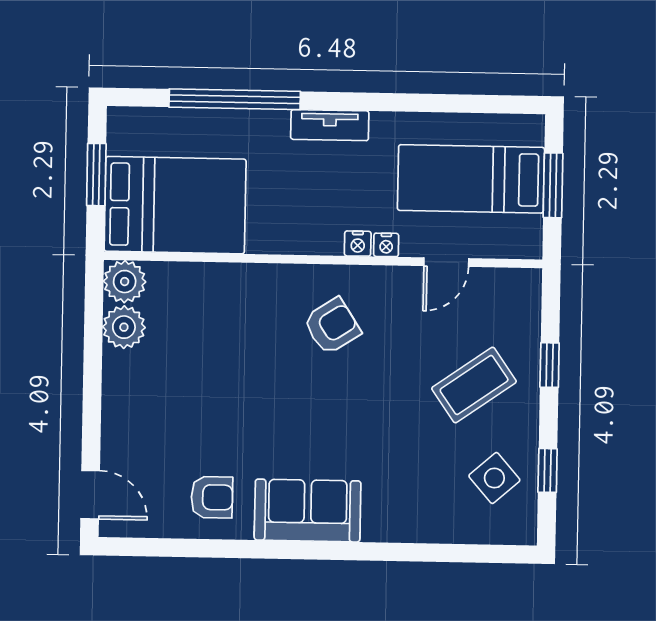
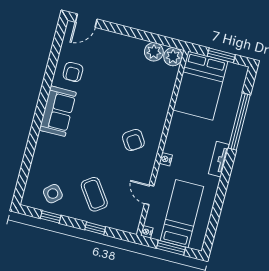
nightstand: (386, 245) -> (147, 232), moved

